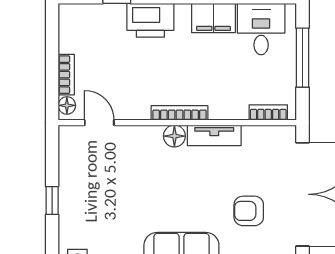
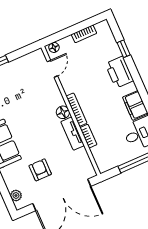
bookcase: (66, 75) -> (84, 34), moved
bookcase: (268, 113) -> (88, 136), moved

